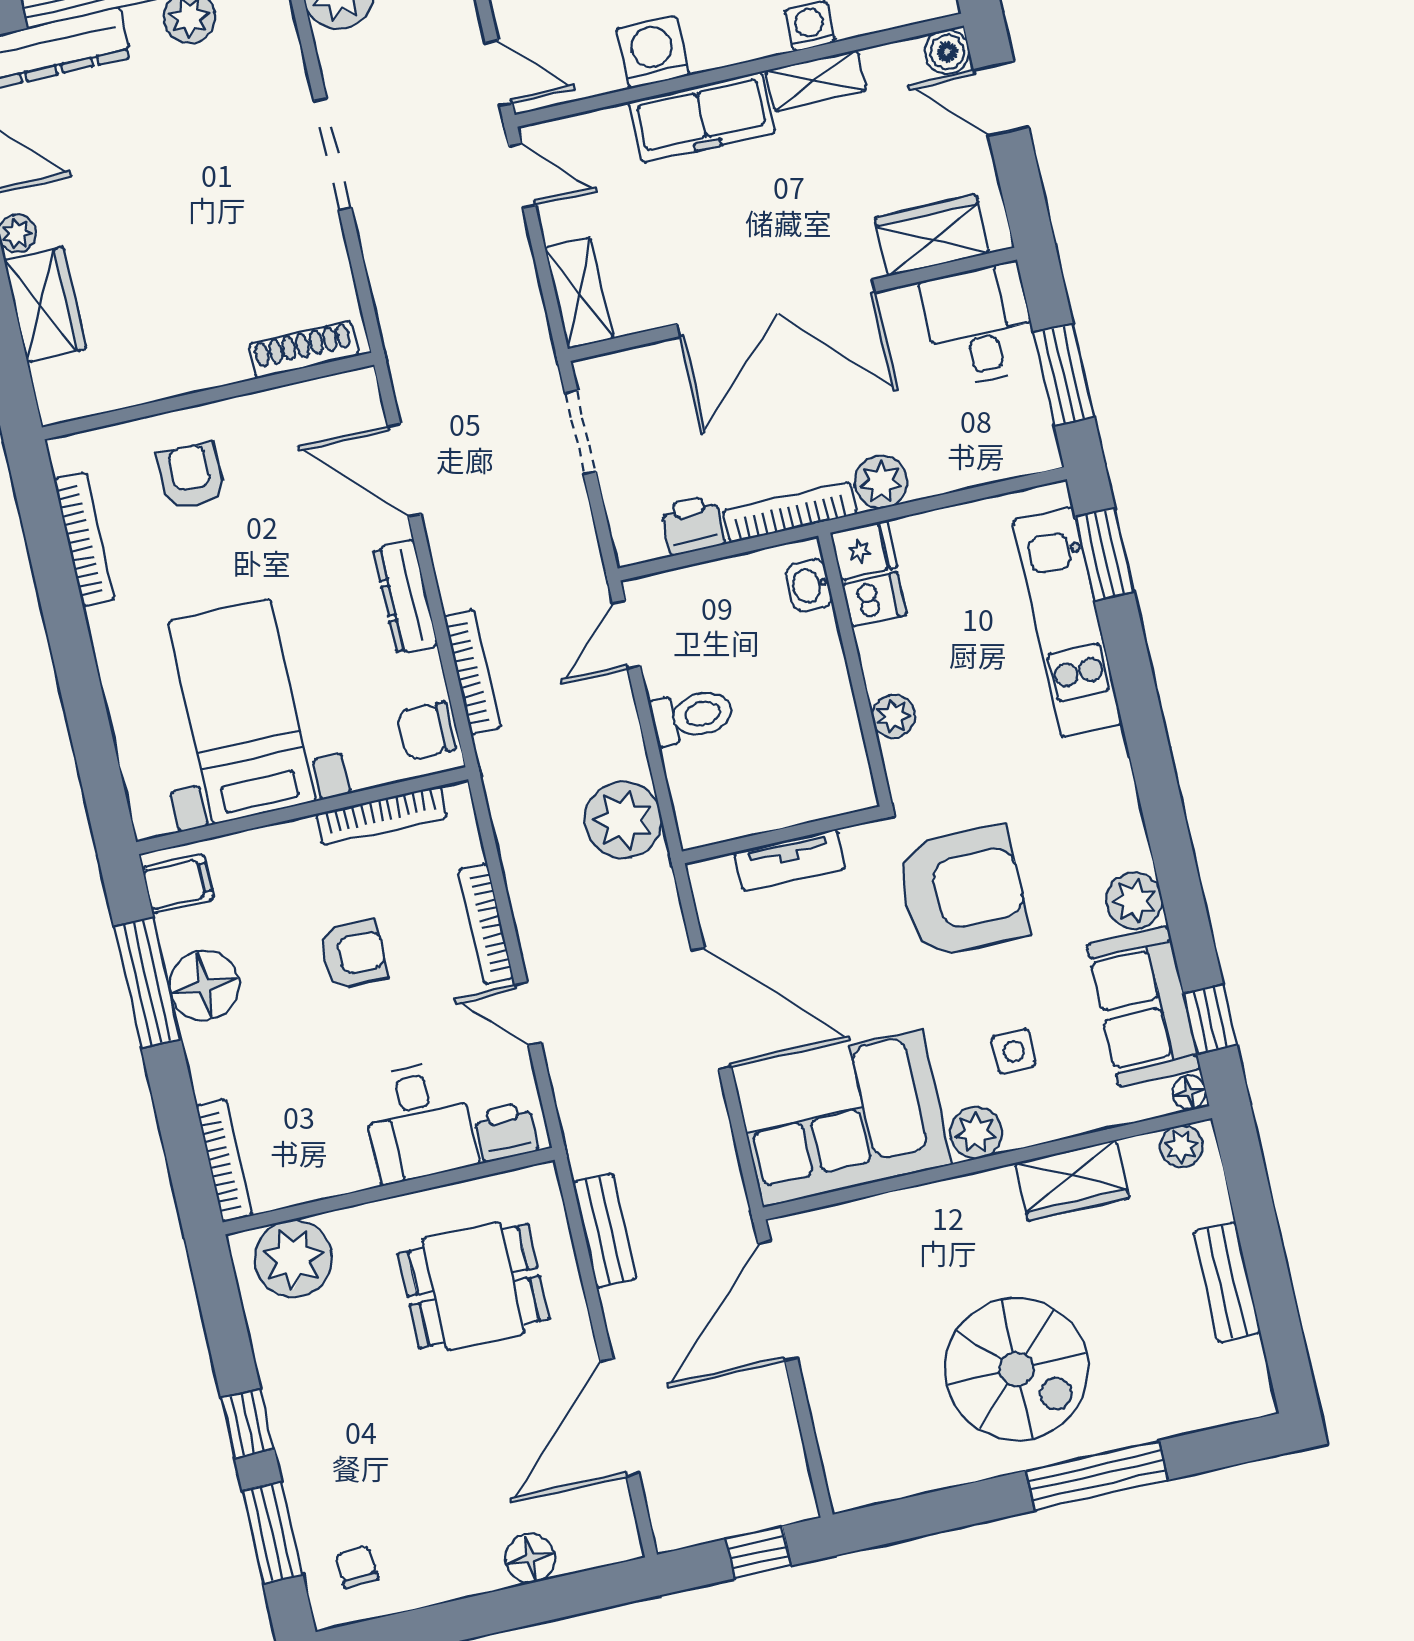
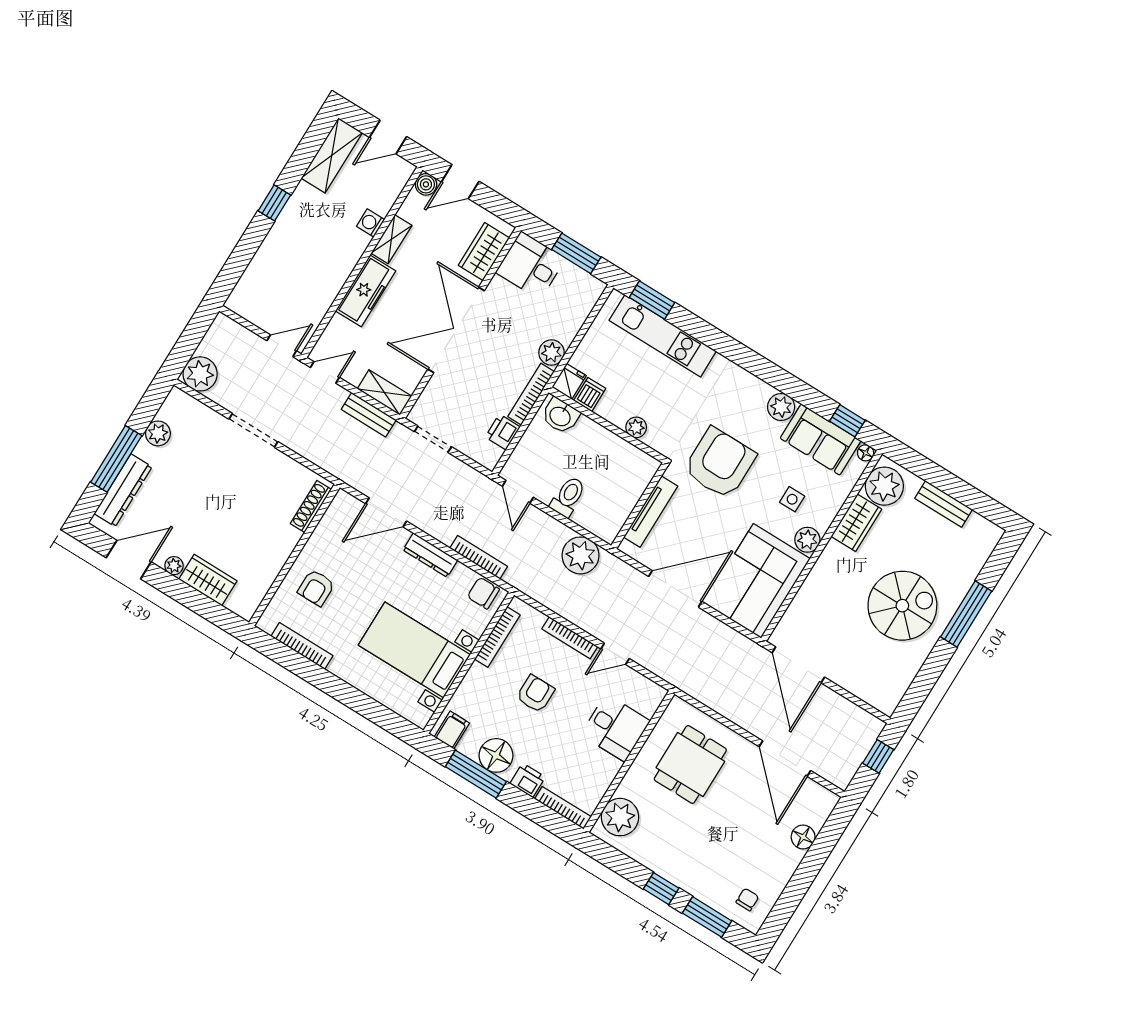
washing machine: (653, 52) -> (326, 286), removed
double door: (776, 308) -> (456, 330), swing flipped
armchair: (191, 476) -> (316, 588), turned -90
washbasin: (809, 585) -> (560, 416), width x1.38, depth x1.45
chair: (426, 731) -> (483, 593), turned 90
tv unit: (790, 860) -> (651, 512), width x1.41
printer: (506, 1132) -> (528, 780), moved, turned 90
plant: (1181, 1146) -> (884, 486), width x1.88, depth x1.88
bench: (605, 1230) -> (369, 415), moved
chair: (357, 1567) -> (747, 899), turned 94

